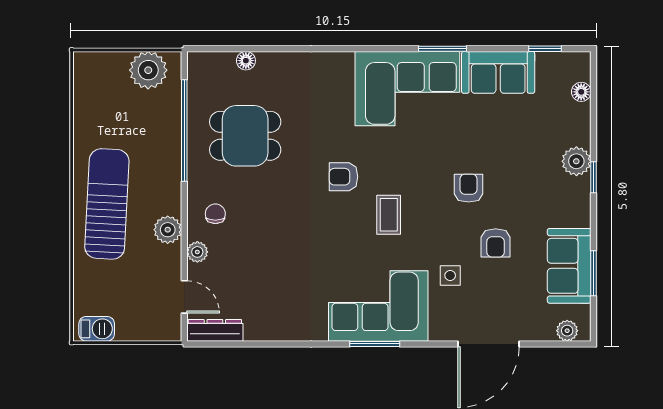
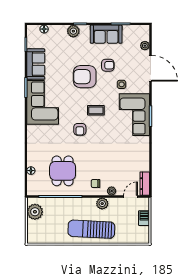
armchair: (469, 188) -> (85, 77), width x1.88, depth x1.88
sofa: (569, 266) -> (106, 34), moved
barbecue: (97, 329) -> (144, 218), moved
plant: (567, 331) -> (145, 46), moved

